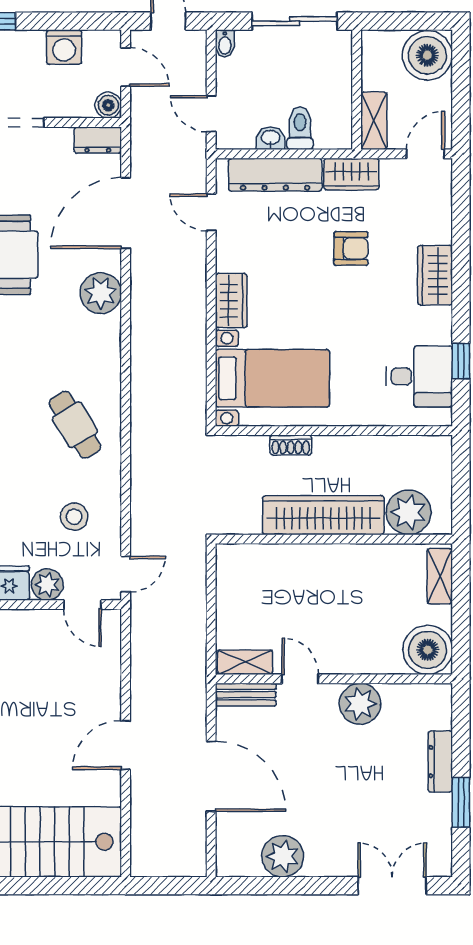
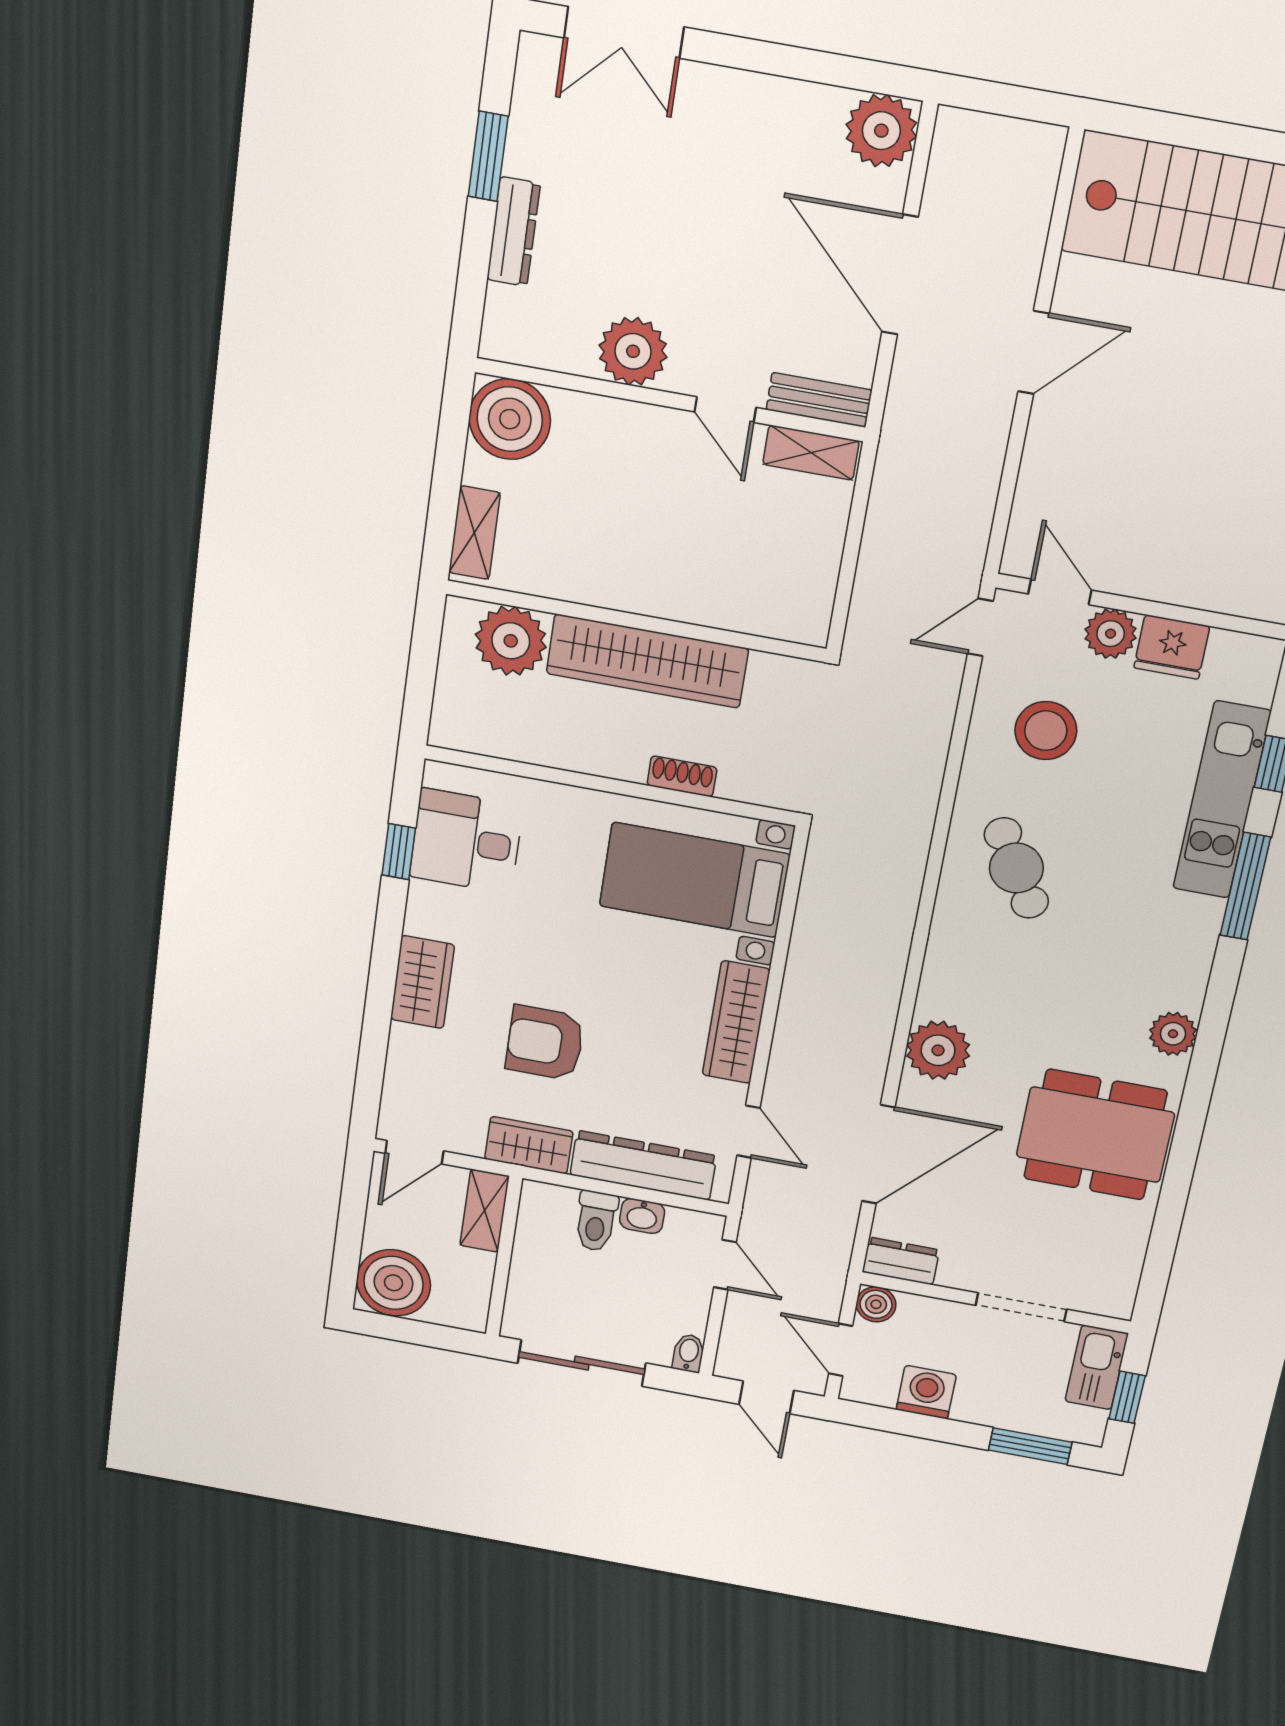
armchair: (351, 248) -> (545, 1043), width x1.38, depth x1.38
wardrobe: (231, 301) -> (736, 1022), width x1.50
stool: (74, 517) -> (1046, 731), width x1.38, depth x1.38
plant: (283, 856) -> (881, 131), moved

